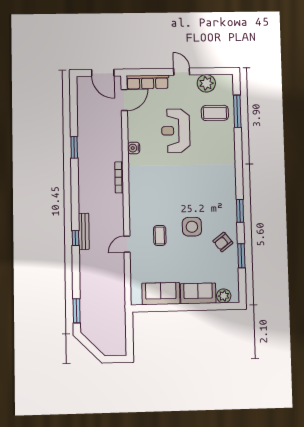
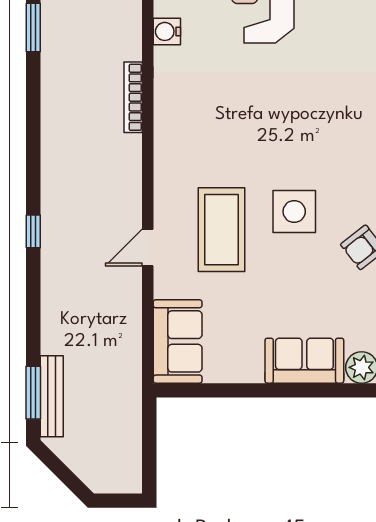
bench: (84, 231) -> (52, 396), moved
coffee table: (160, 235) -> (222, 230), width x1.86, depth x1.72
sofa: (161, 294) -> (178, 341), moved, turned 90

